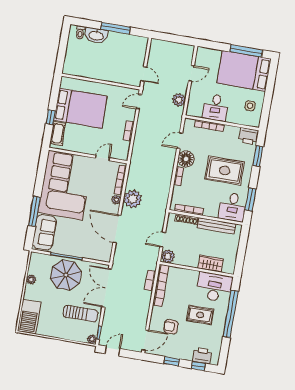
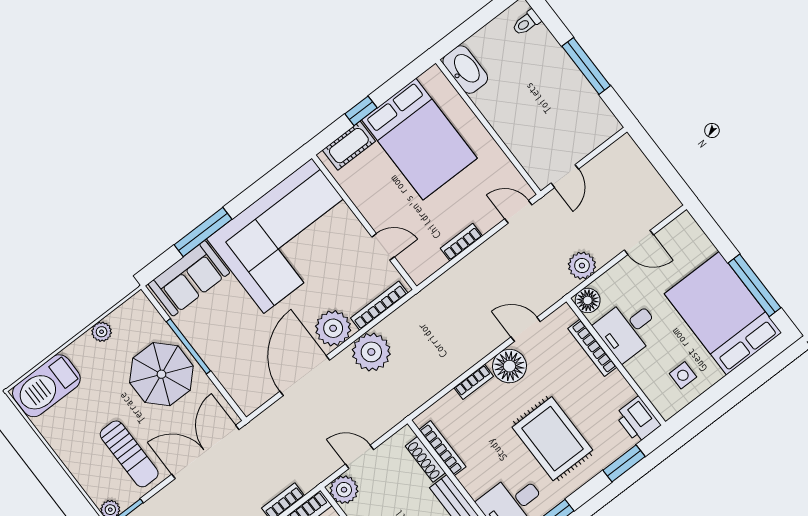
washbasin: (96, 35) -> (465, 70), moved, turned 180
floor lamp: (192, 110) -> (588, 300), added
plant: (116, 200) -> (333, 328), width x1.87, depth x1.87

